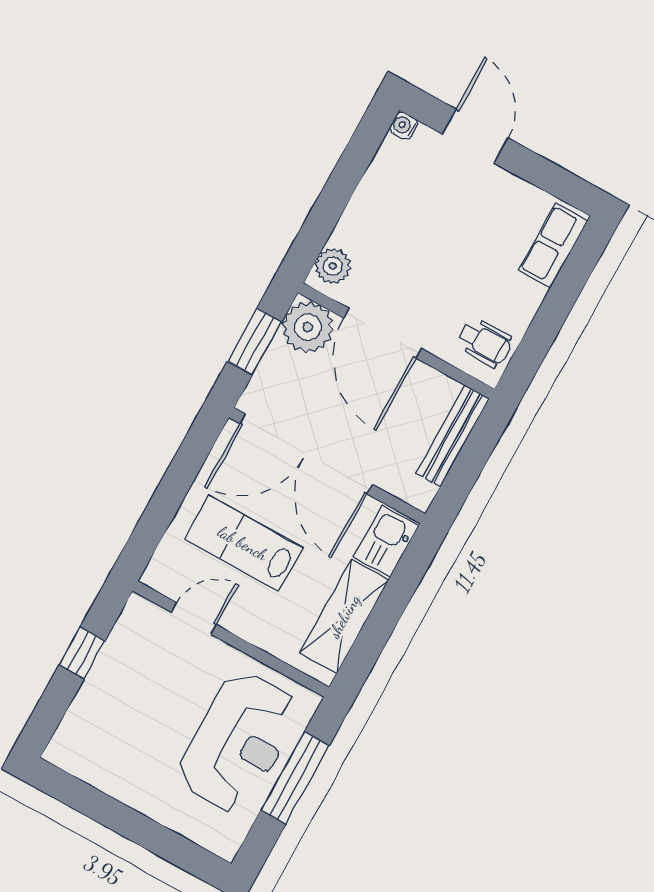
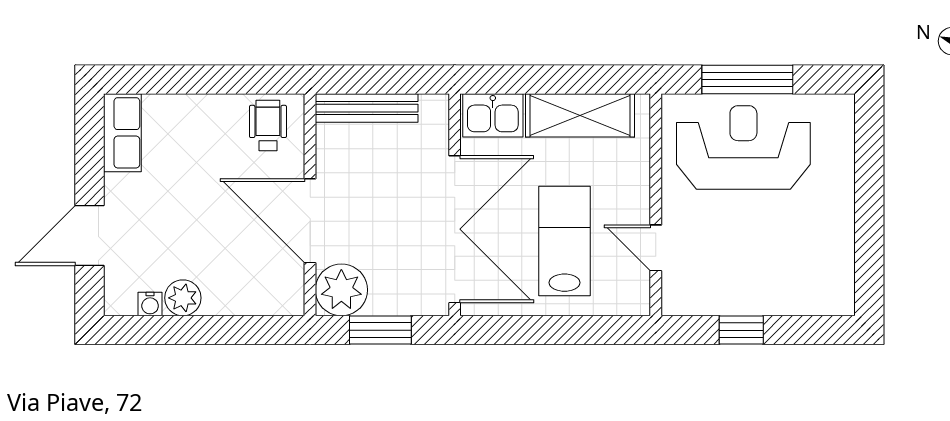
water cooler: (404, 126) -> (150, 304), moved
row of seats: (553, 246) -> (122, 133), moved, turned -90
plant: (333, 266) -> (183, 298), moved
door: (383, 333) -> (310, 221), swing flipped
lab bench: (243, 543) -> (565, 241), turned 180

